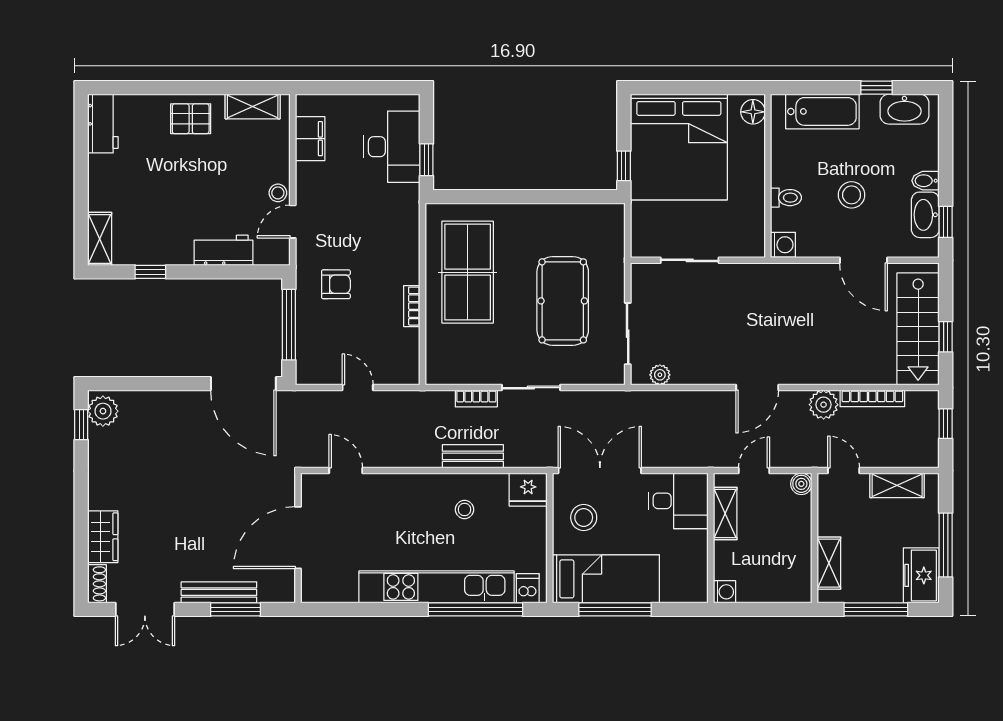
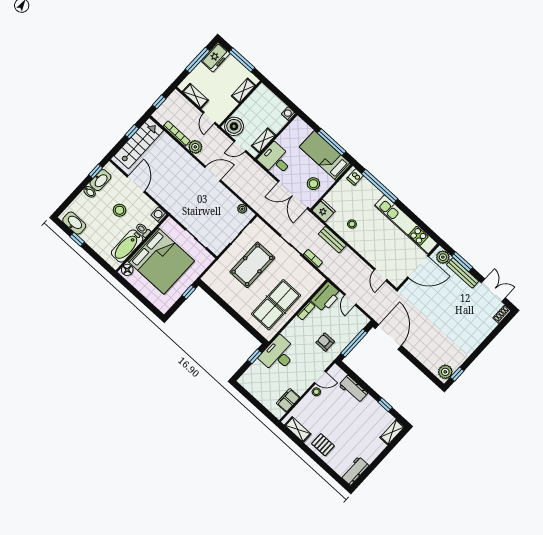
bathtub: (822, 111) -> (127, 246), moved, turned -90
desk: (392, 147) -> (278, 355), moved
bed: (679, 147) -> (161, 261), moved, turned 90
printer: (400, 357) -> (326, 297), added
boiler: (801, 484) -> (234, 126), width x1.86, depth x1.86
wardrobe: (103, 537) -> (485, 329), removed
kitchen unit: (437, 587) -> (406, 225), moved
plant: (273, 589) -> (443, 257), added

